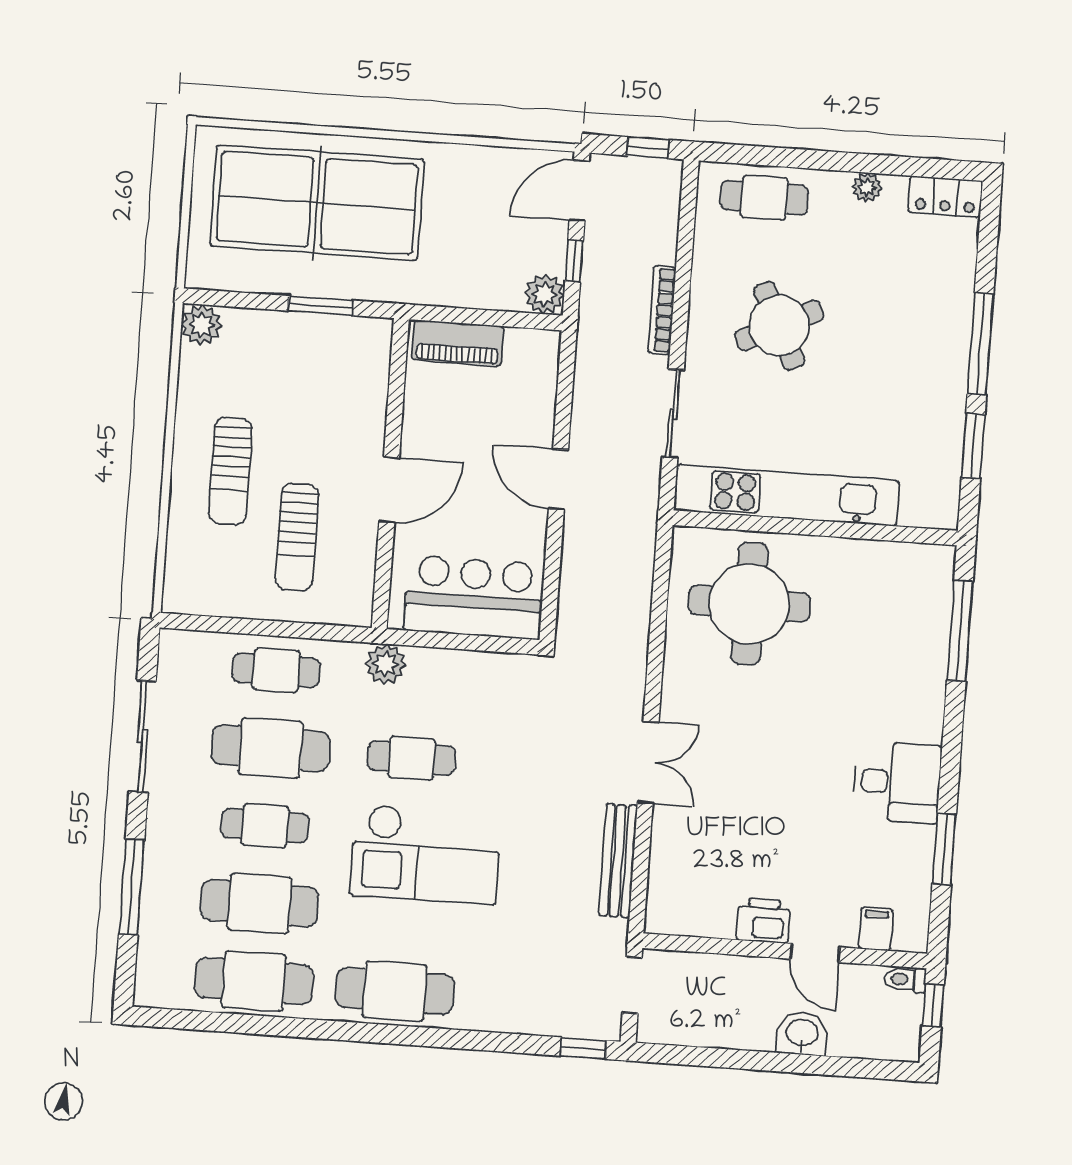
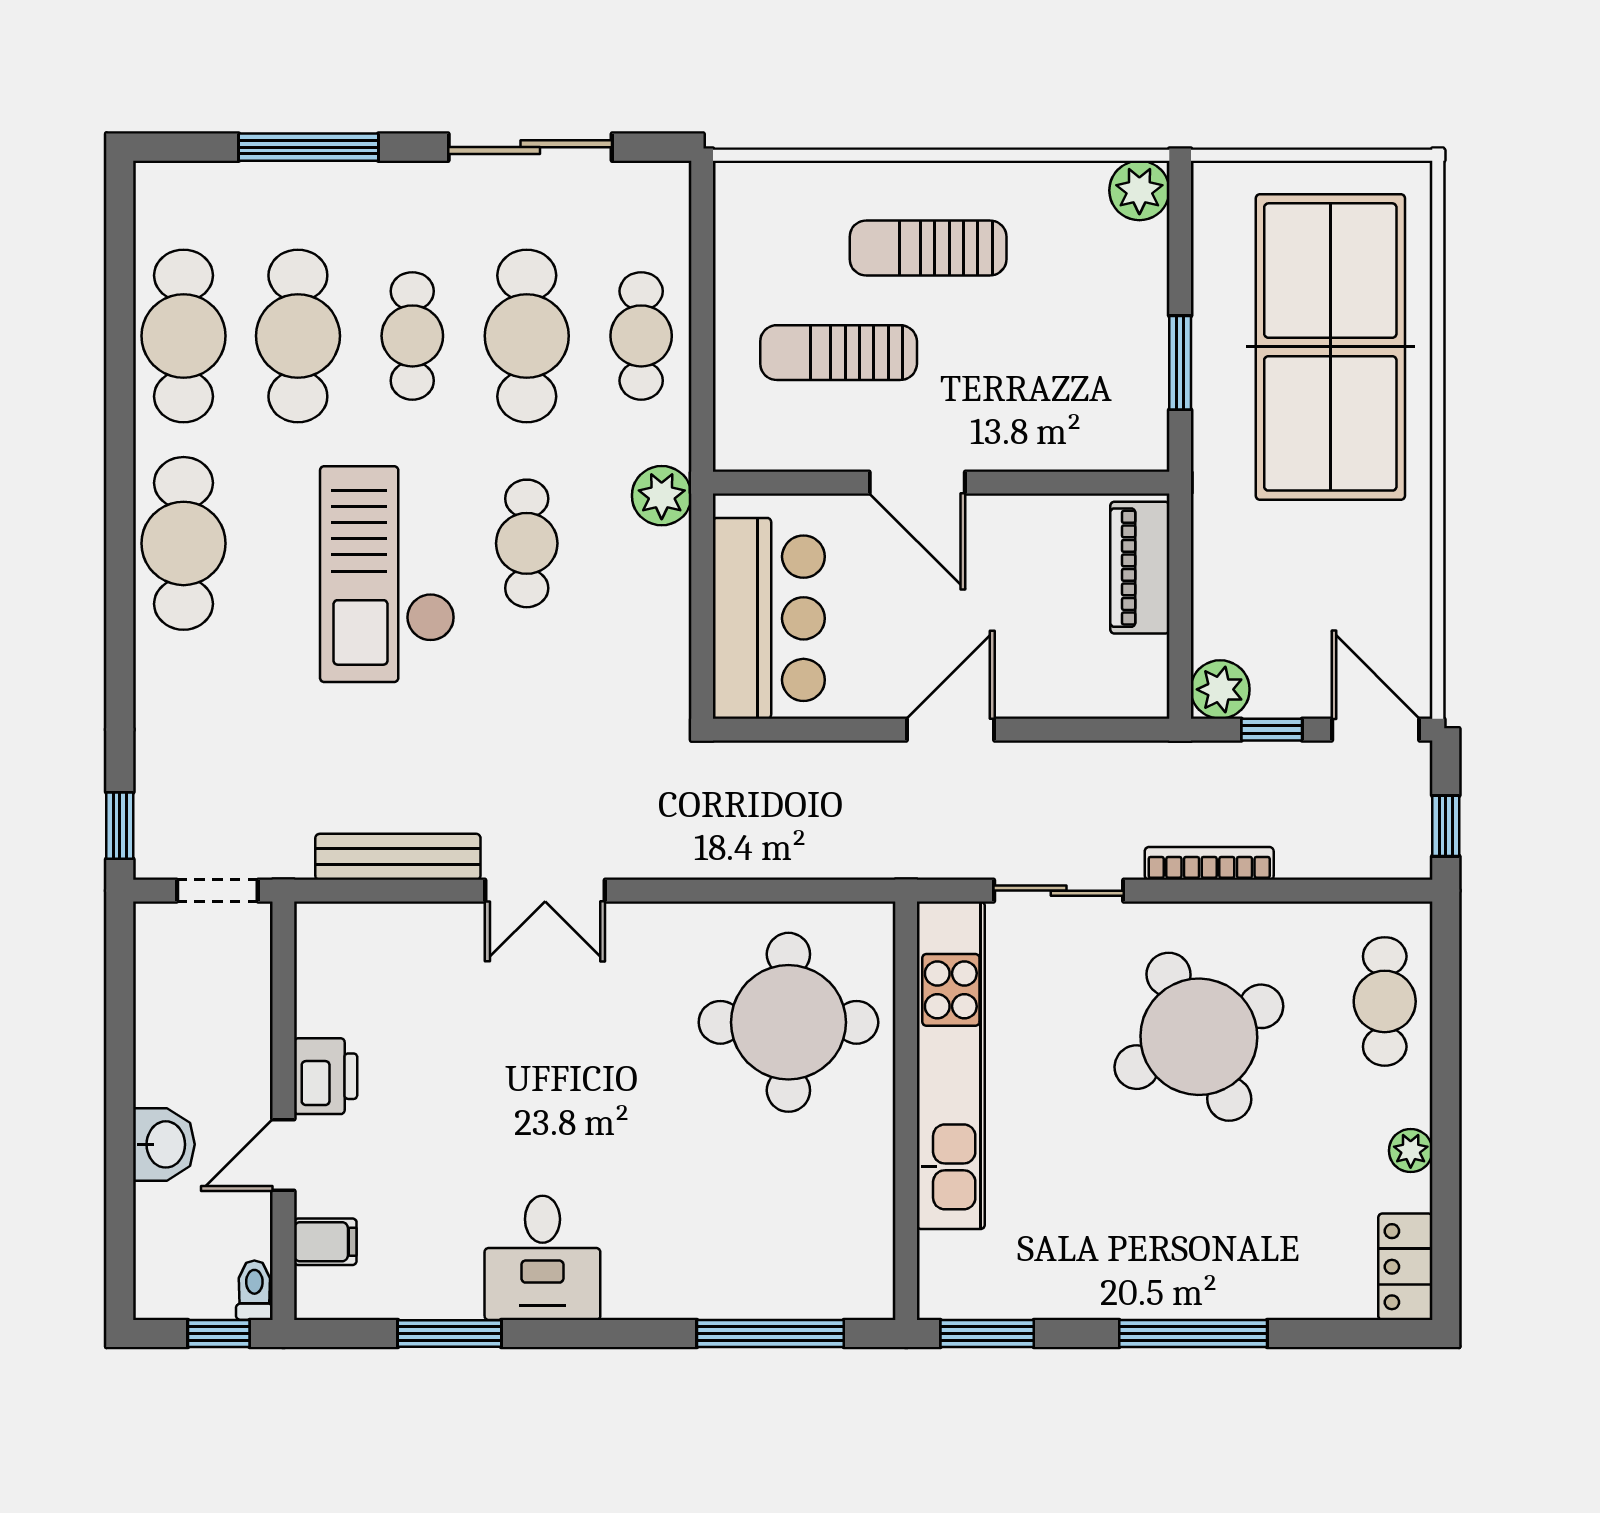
round table: (779, 326) -> (1199, 1037), width x1.36, depth x1.36
window: (973, 446) -> (987, 1334), moved

